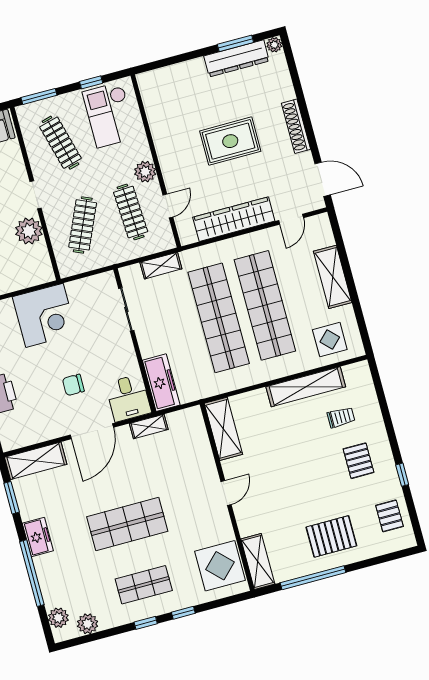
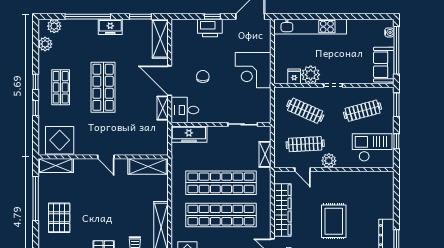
fridge: (38, 254) -> (294, 76), added
shelving: (149, 426) -> (163, 108), moved

